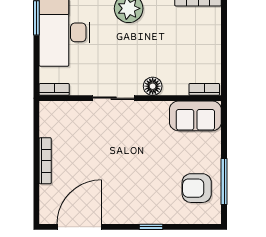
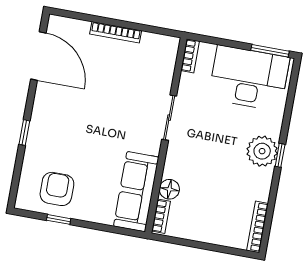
floor lamp: (153, 86) -> (169, 189), moved
sofa: (195, 116) -> (136, 192), width x1.36
window: (224, 182) -> (59, 219), width x0.46

